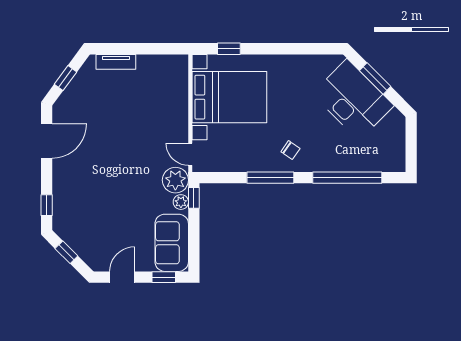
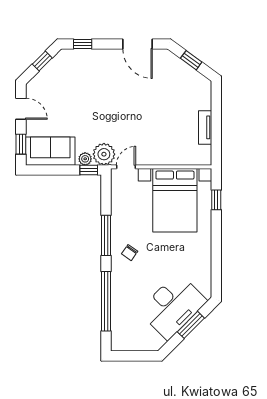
tv unit: (116, 62) -> (205, 127), moved

